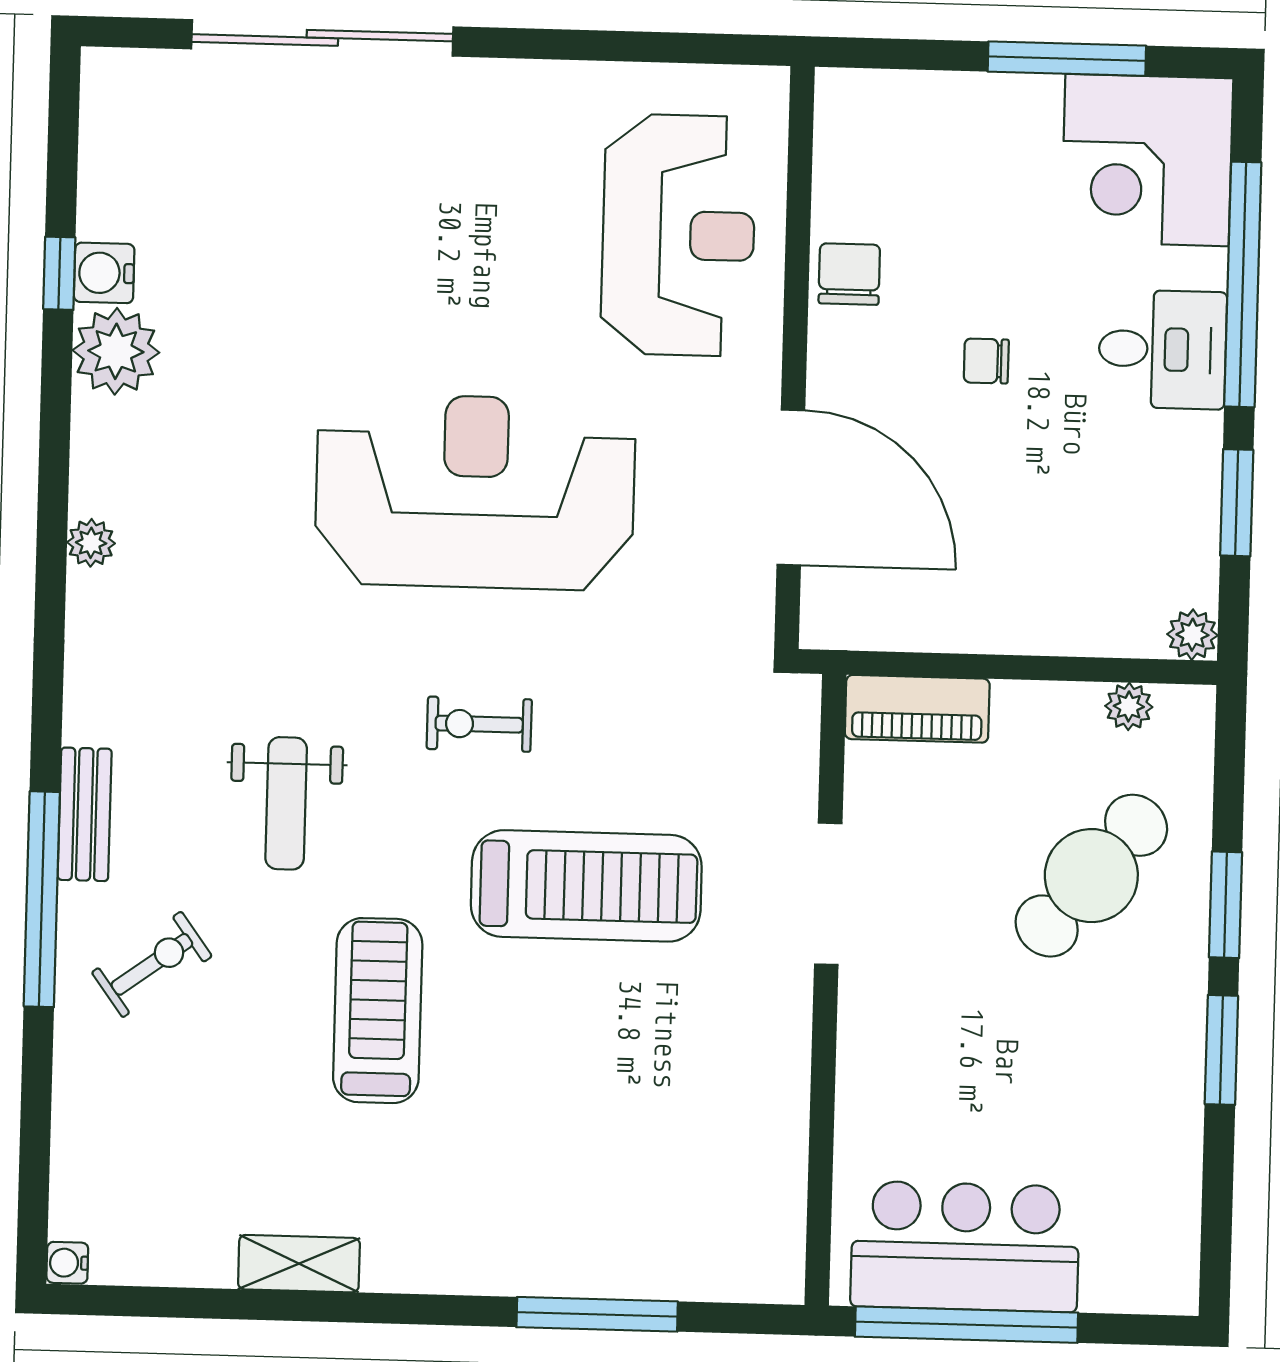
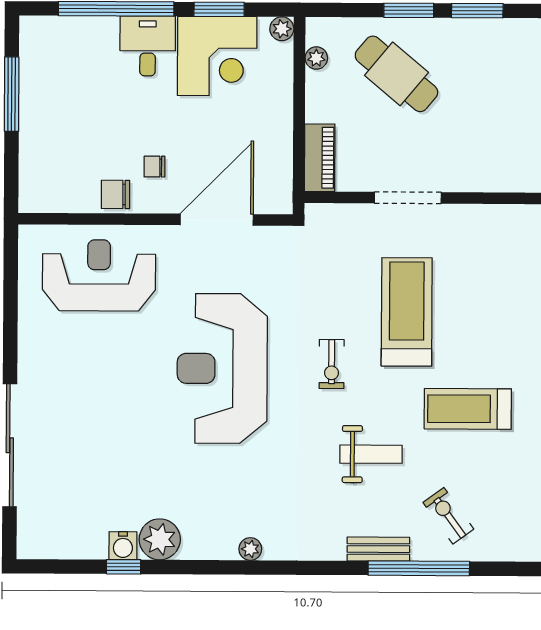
corner desk: (1147, 160) -> (217, 56), moved
chair: (986, 361) -> (154, 167), moved, turned 90

